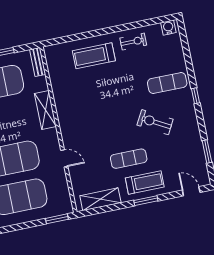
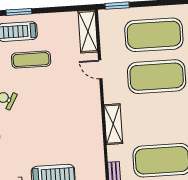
shelving: (100, 199) -> (88, 31), moved, turned 90

